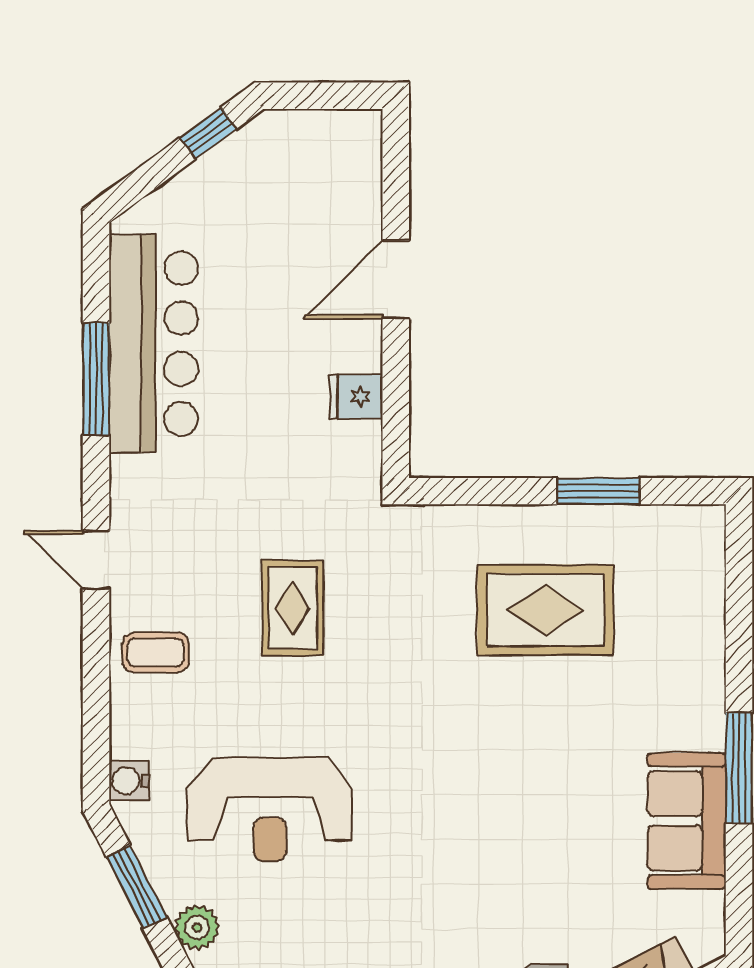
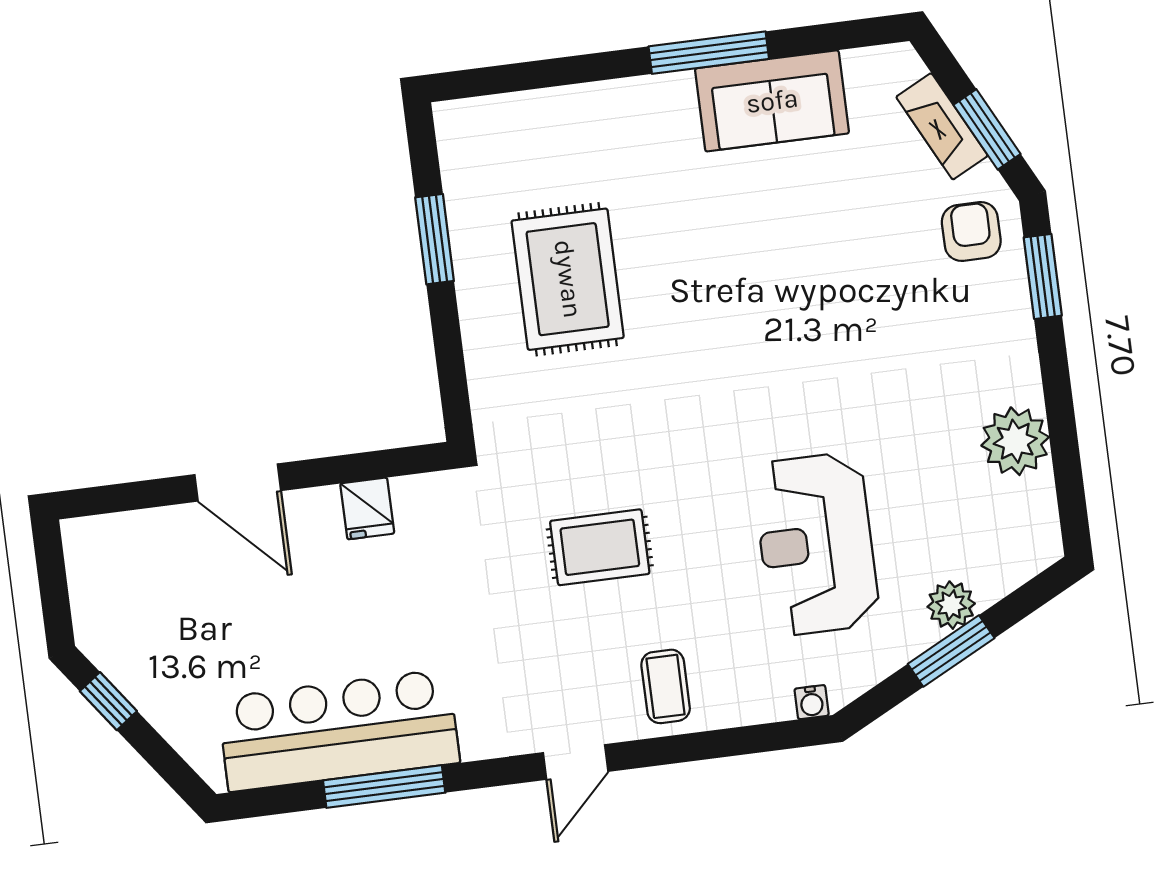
water cooler: (129, 781) -> (812, 702), width x0.72, depth x0.72
reception desk: (270, 809) -> (816, 544), turned 180
window: (136, 887) -> (951, 651), moved

